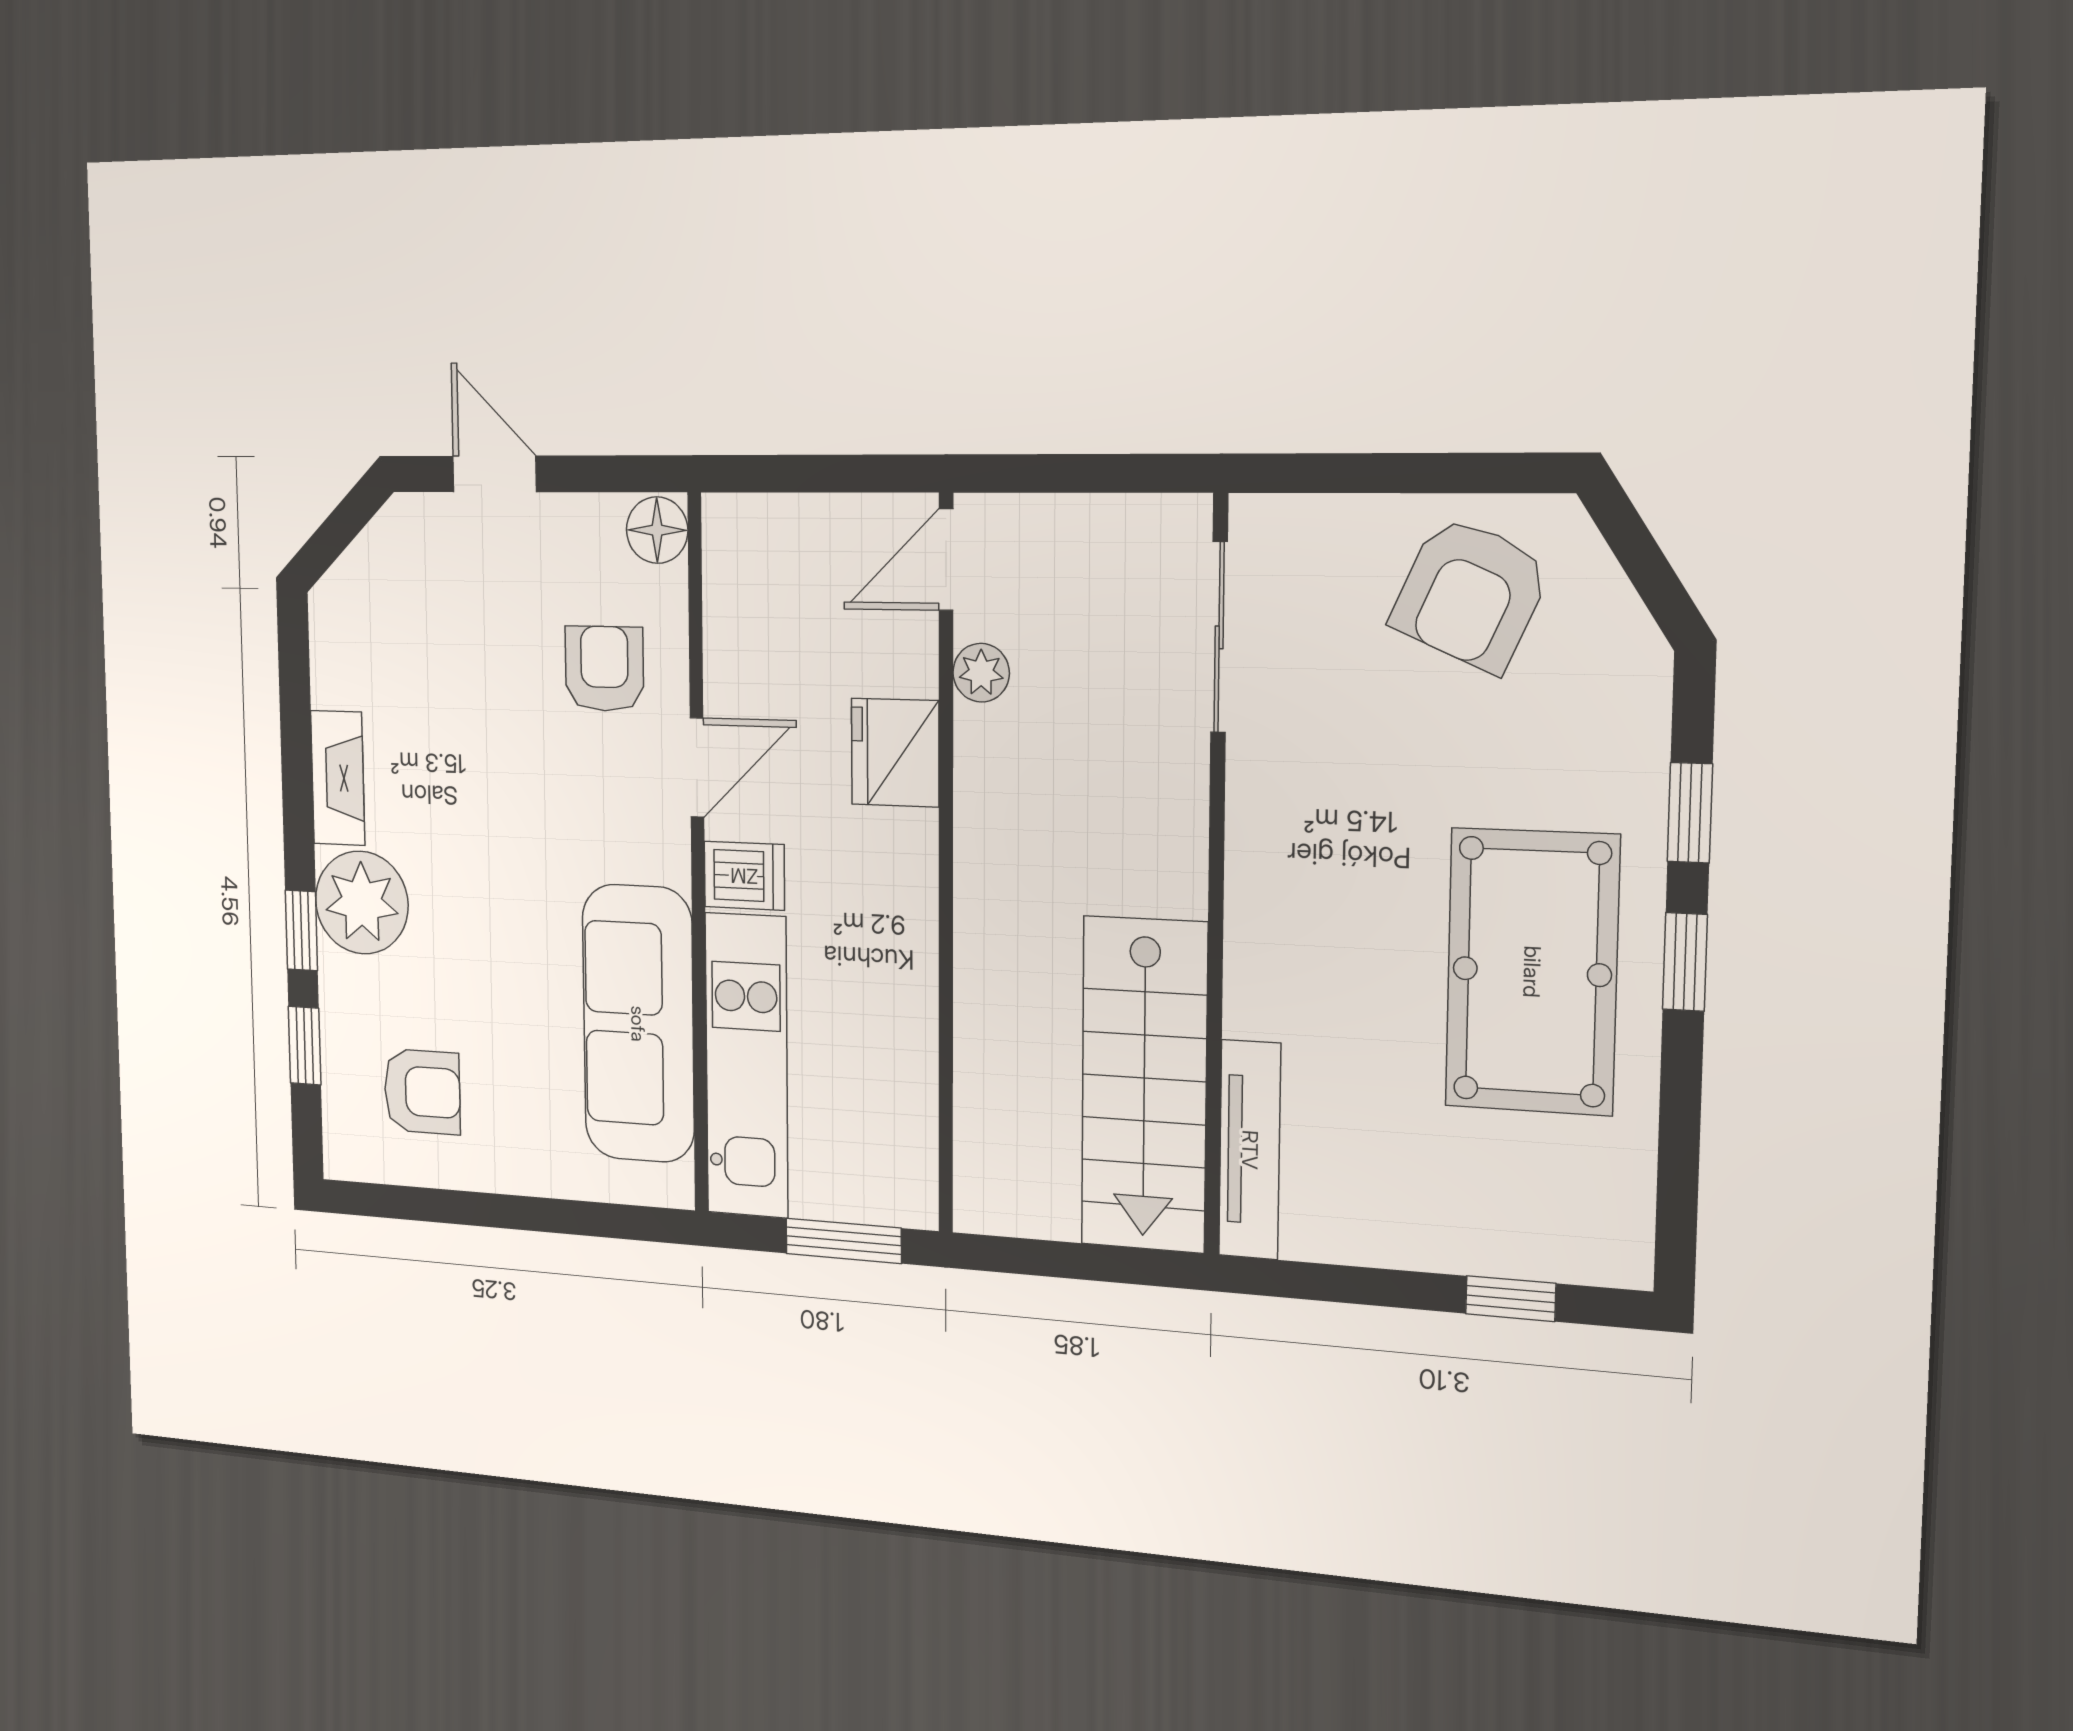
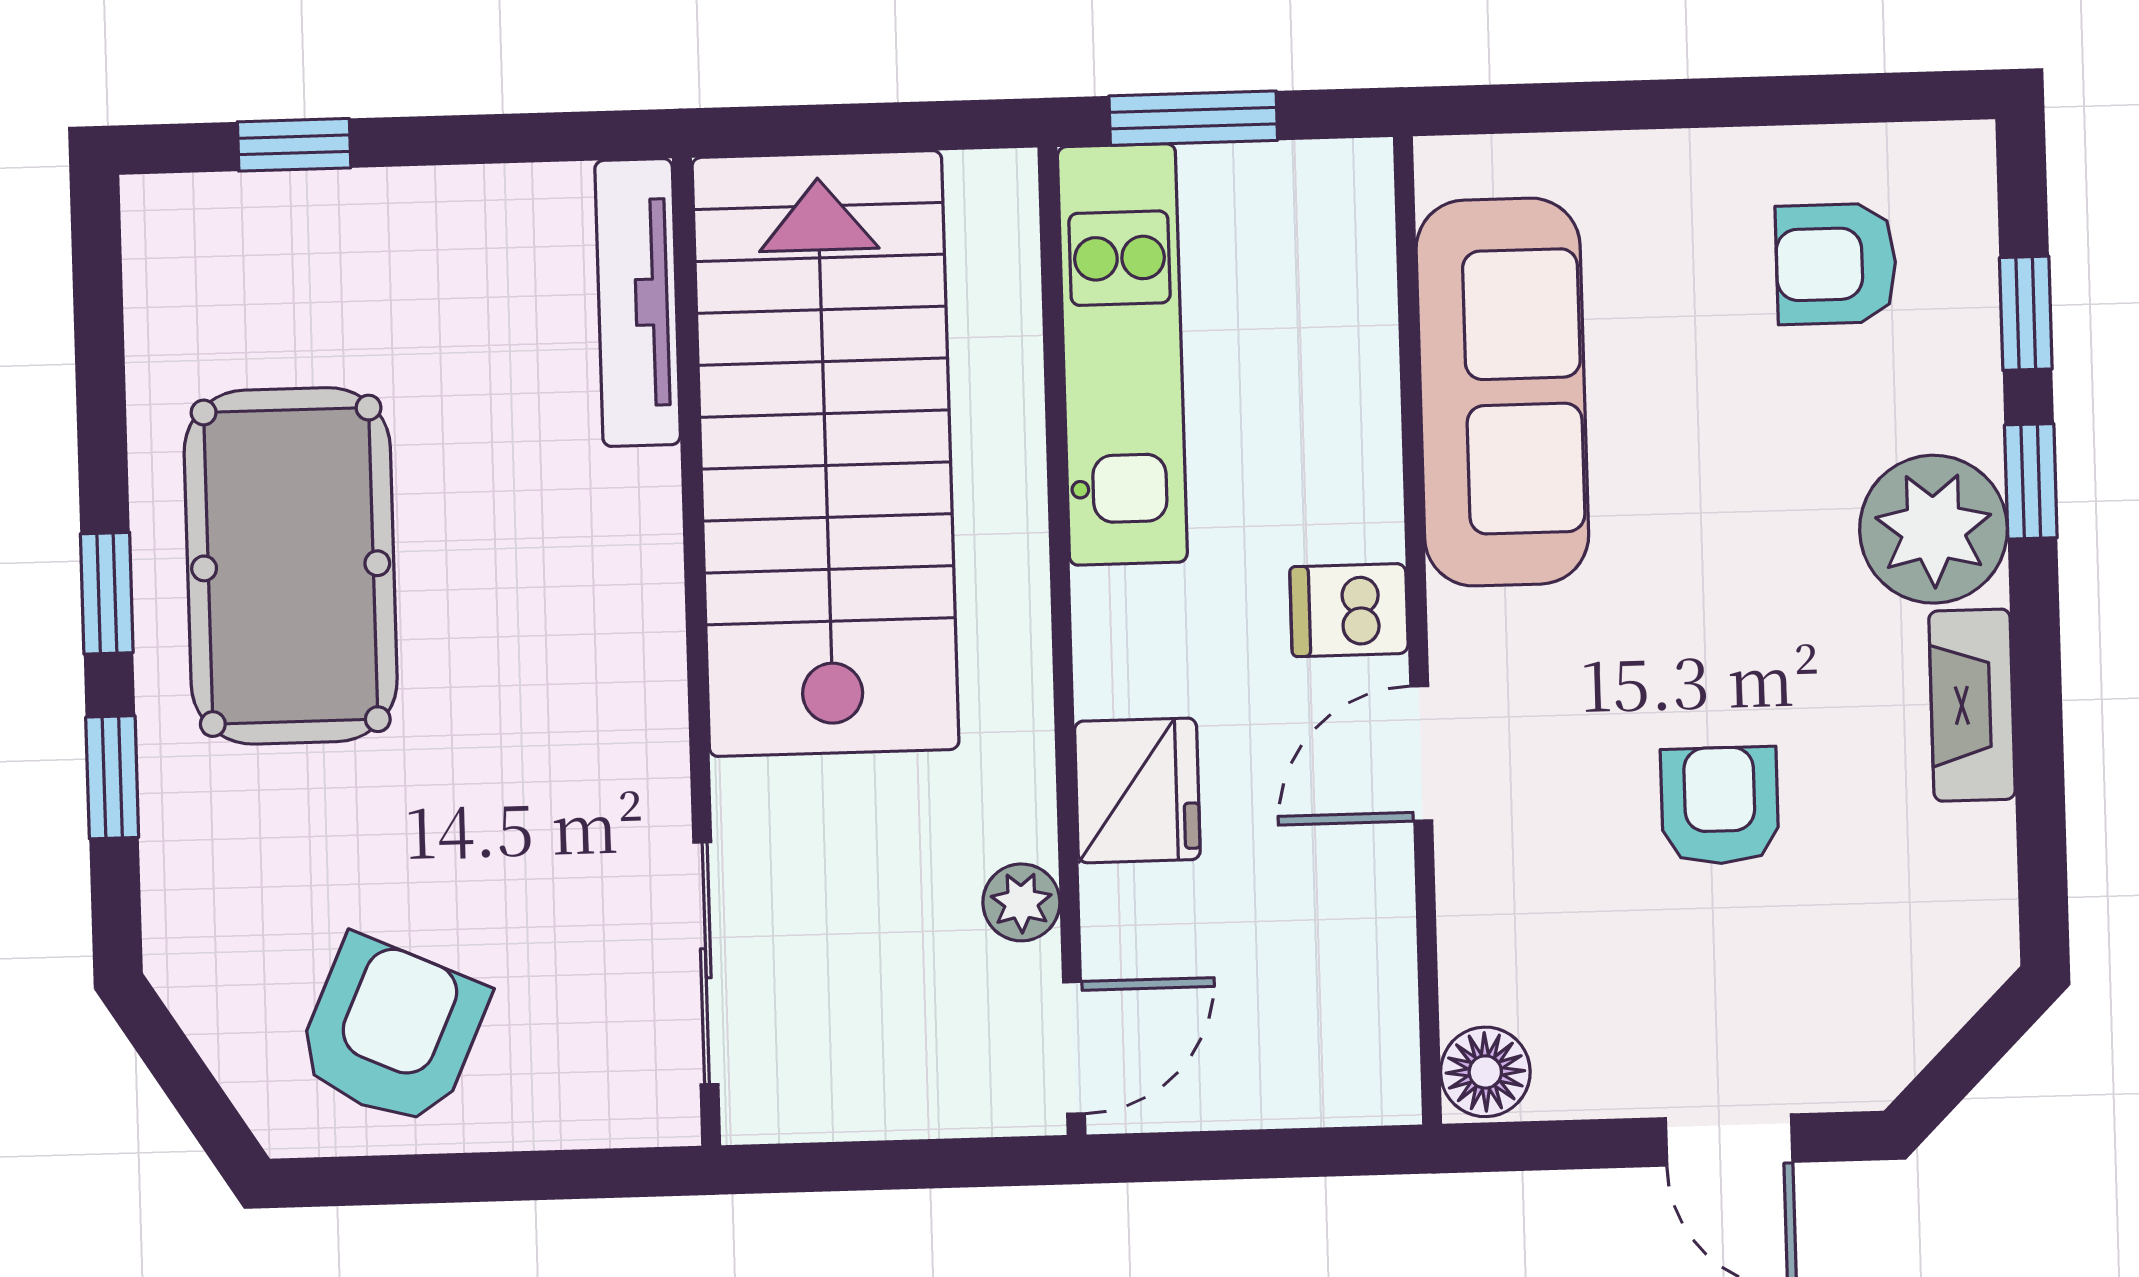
armchair: (604, 669) -> (1720, 806), moved, turned 180
kitchen unit: (747, 1066) -> (1122, 354), moved, turned 180
stairs: (1144, 1085) -> (825, 454), width x1.36, depth x1.51

